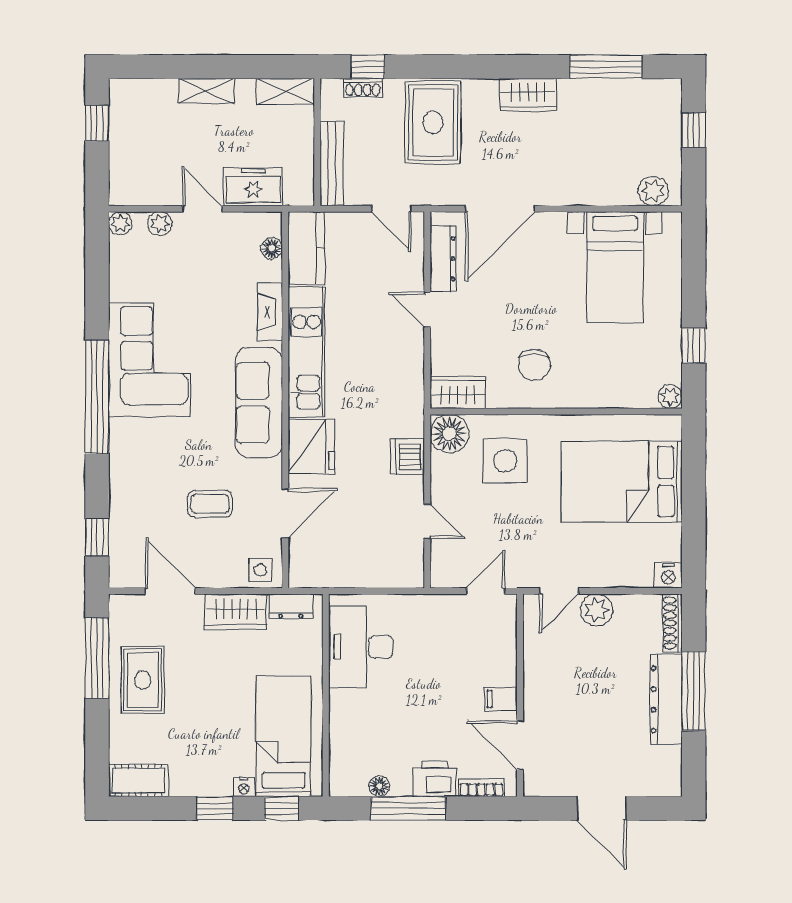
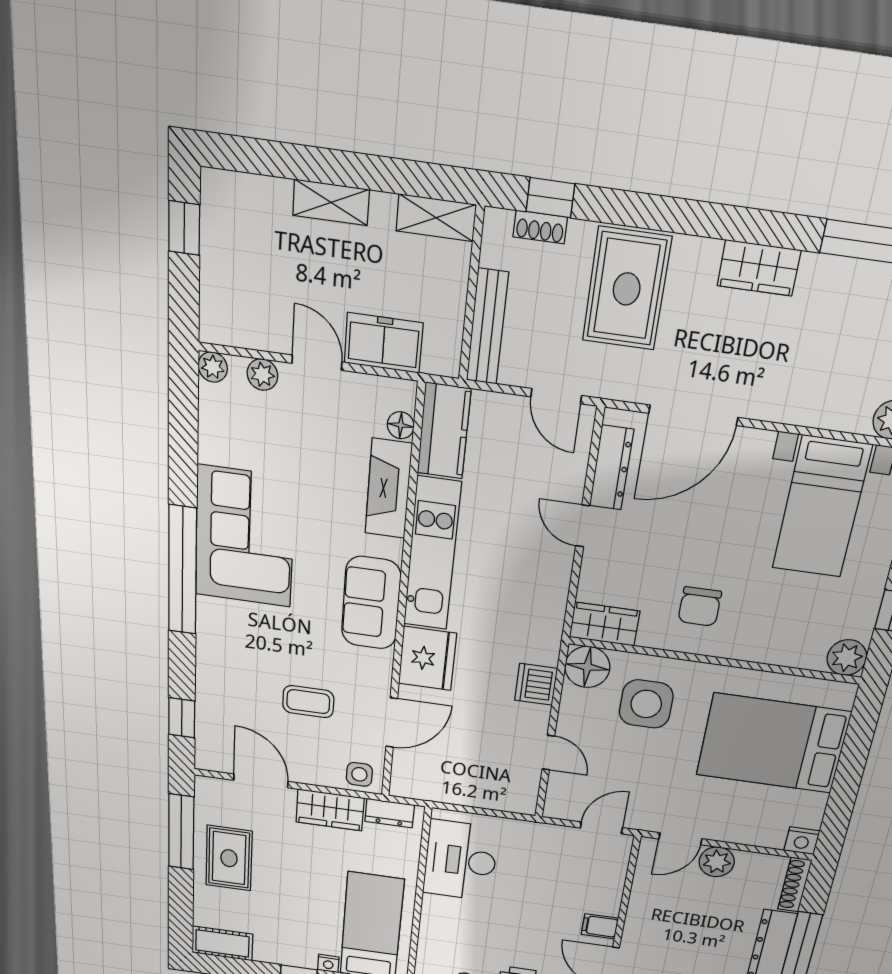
fireplace: (270, 312) -> (388, 489), width x1.37, depth x1.32
plant: (670, 397) -> (847, 658), width x1.38, depth x1.38
sofa: (259, 403) -> (371, 603), width x0.73

